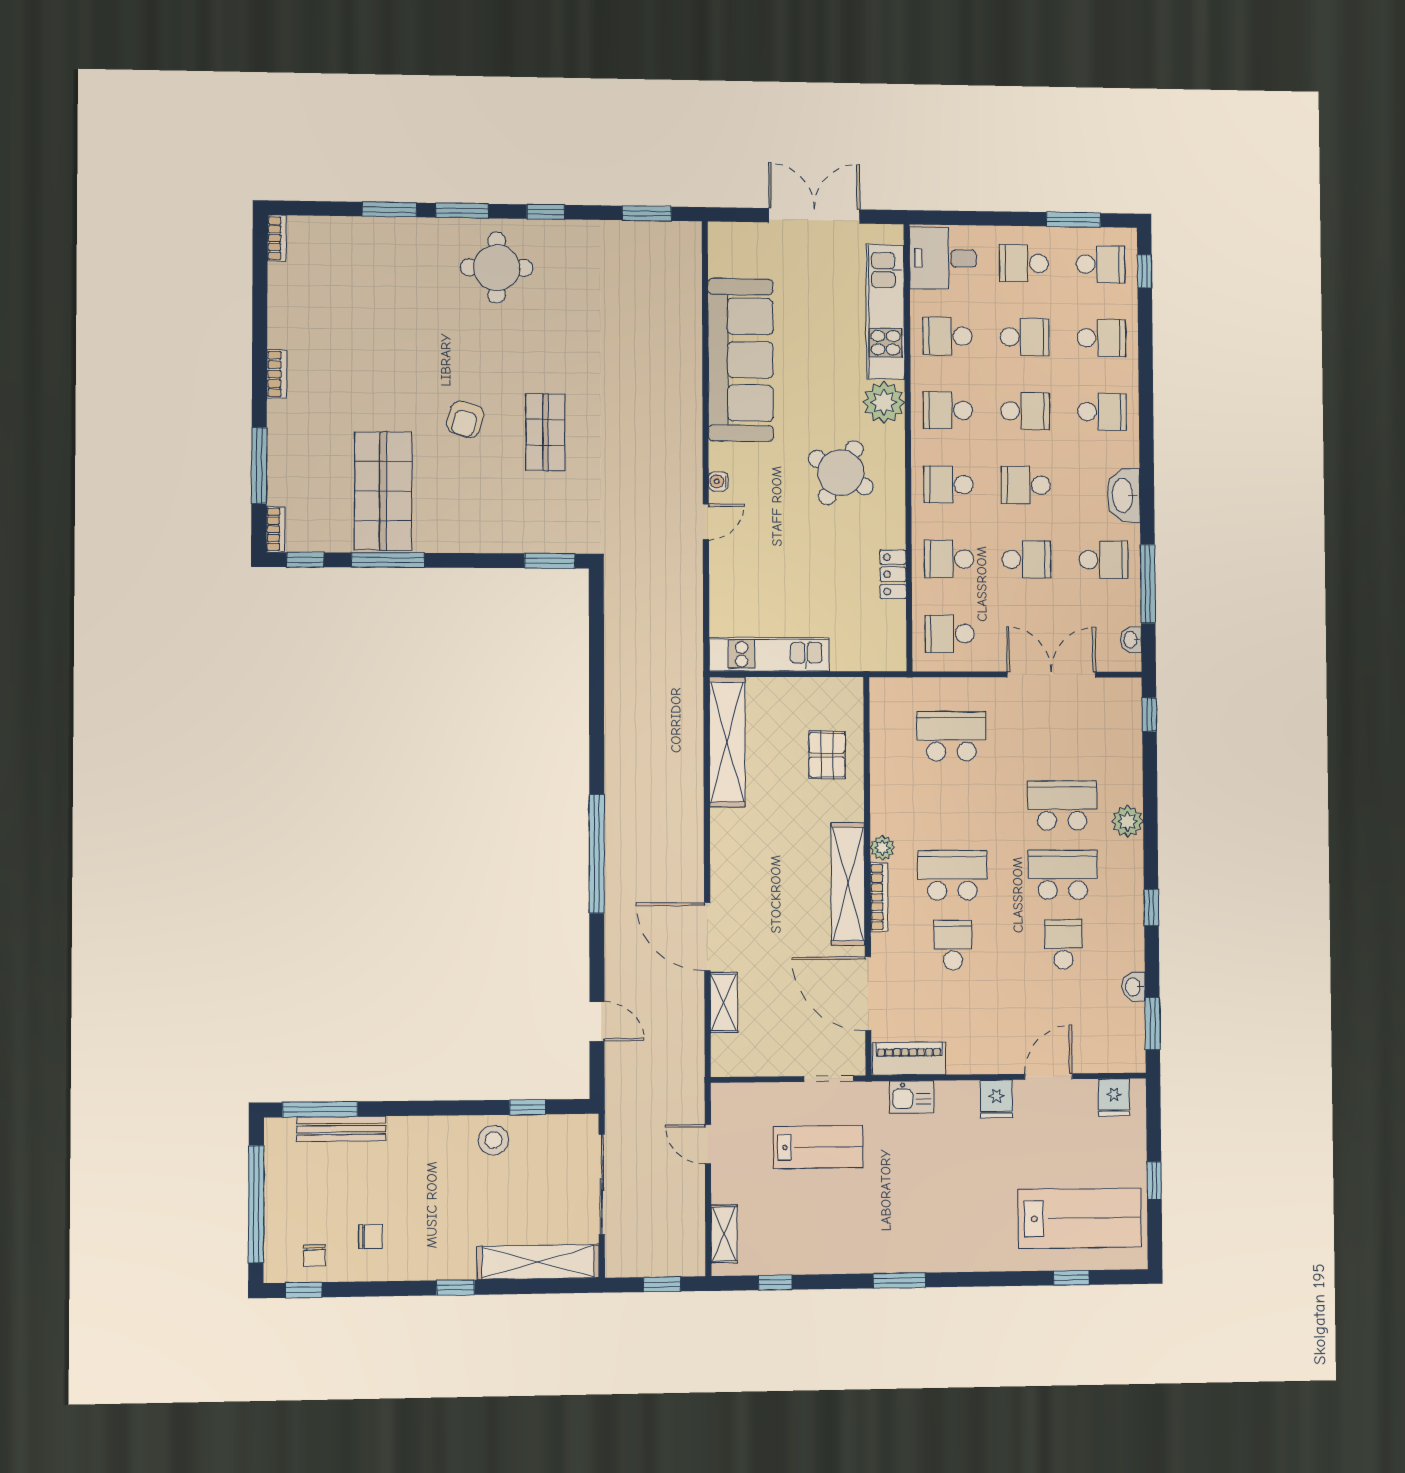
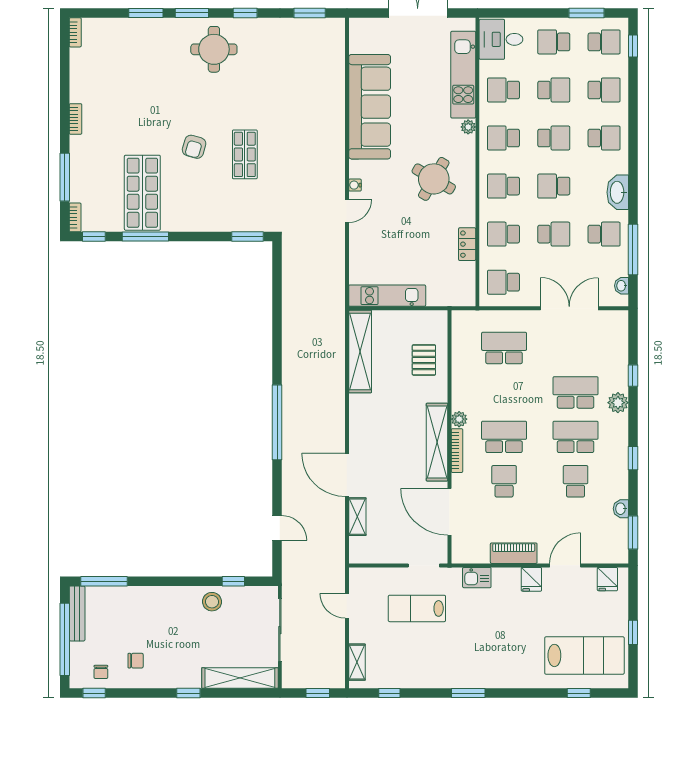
plant: (884, 402) -> (468, 127), width x0.53, depth x0.53
window: (1149, 715) -> (633, 376), moved
piano: (909, 1059) -> (514, 553), moved
bench: (341, 1129) -> (77, 613), moved, turned 90
lab bench: (818, 1147) -> (417, 608), turned 180

